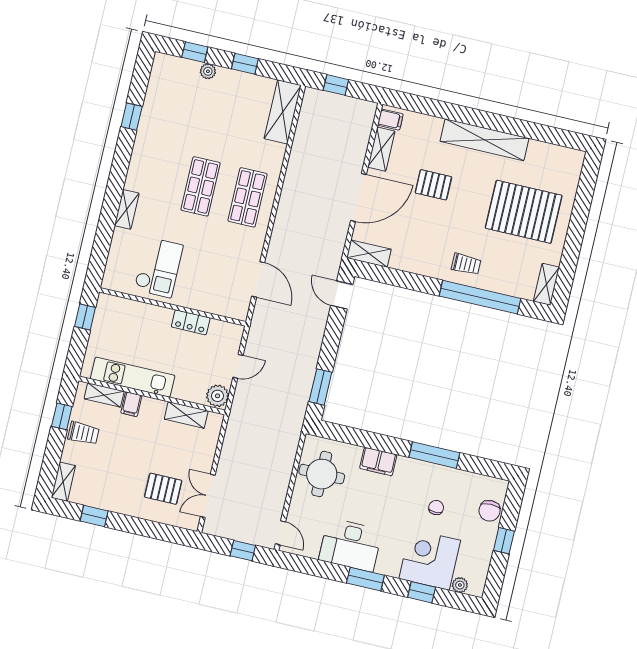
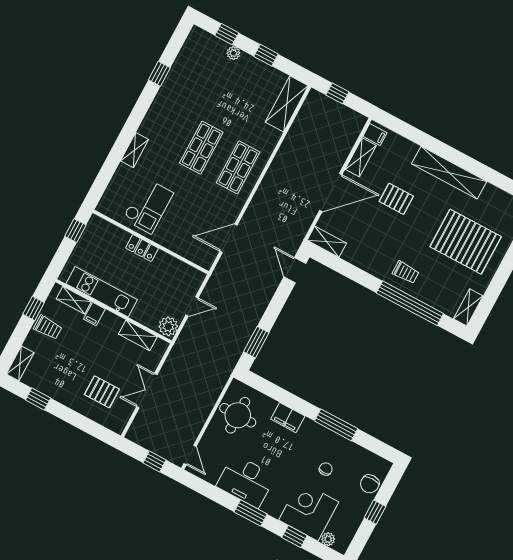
door: (258, 279) -> (229, 238), swing flipped
locker: (191, 322) -> (142, 248), moved
double door: (208, 496) -> (147, 391), moved

